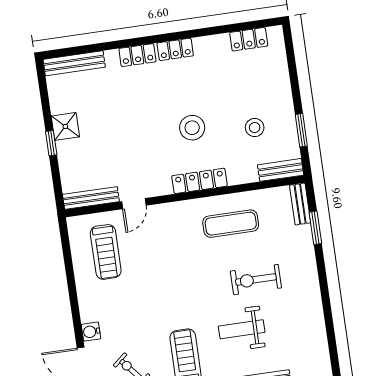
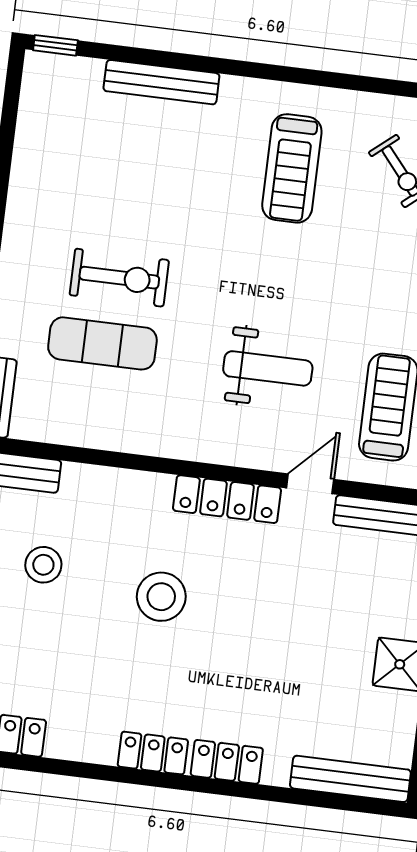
locker: (200, 181) -> (227, 499), moved
exercise mat: (231, 224) -> (102, 343), moved
weight bench: (242, 329) -> (268, 368), moved

